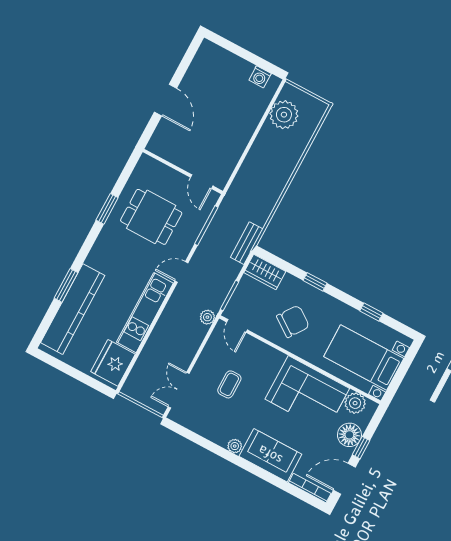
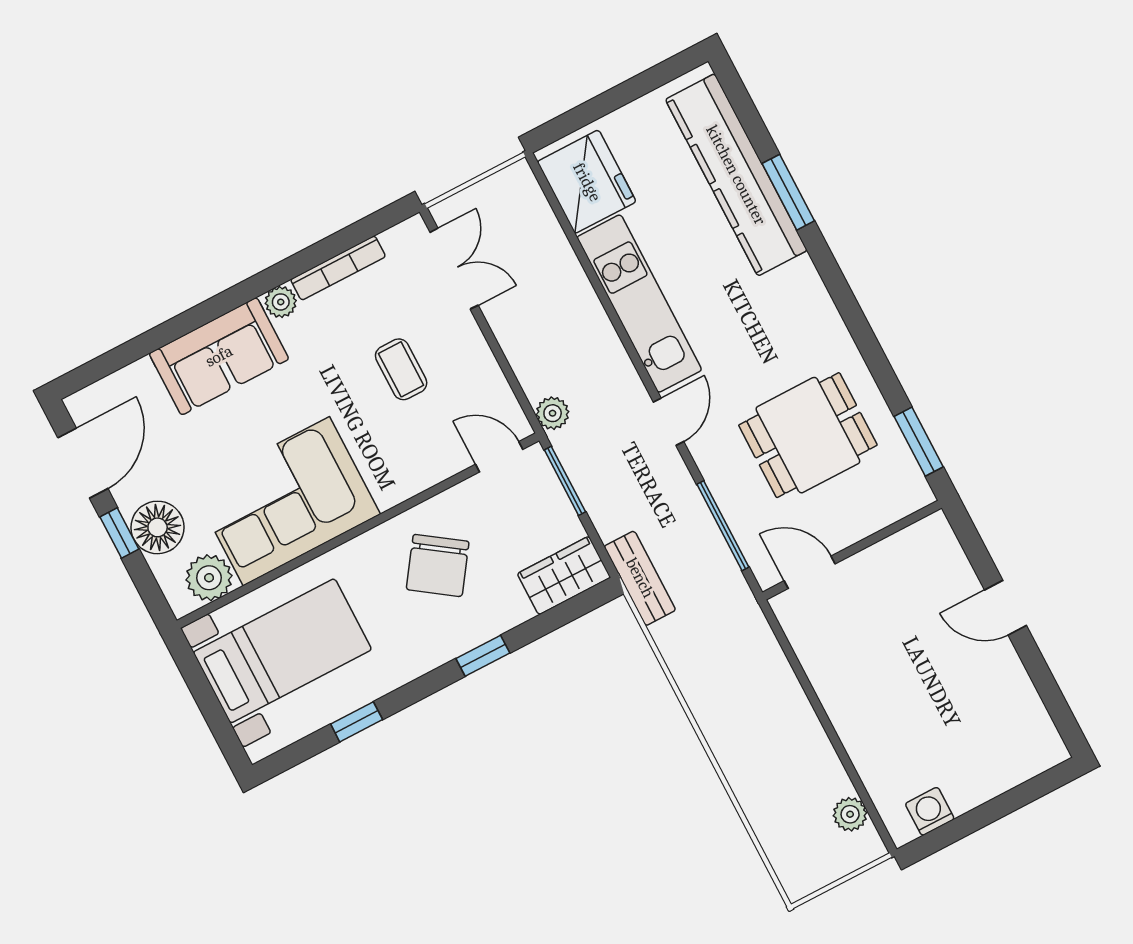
door: (165, 100) -> (1005, 608), width x0.73
plant: (284, 115) -> (850, 814), width x0.53, depth x0.53
window: (107, 209) -> (919, 442), moved
bookcase: (310, 488) -> (338, 268), moved

